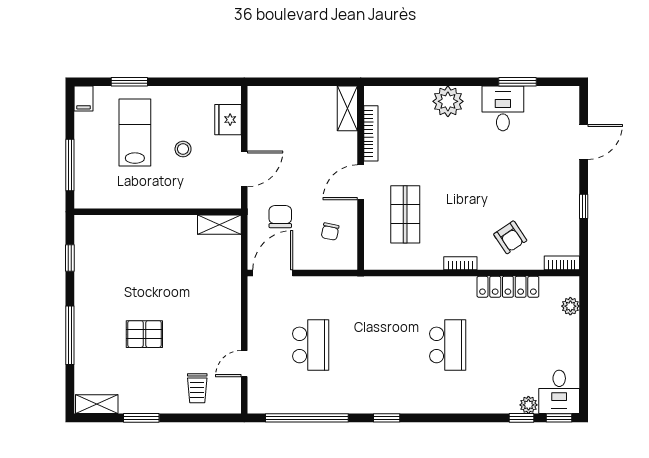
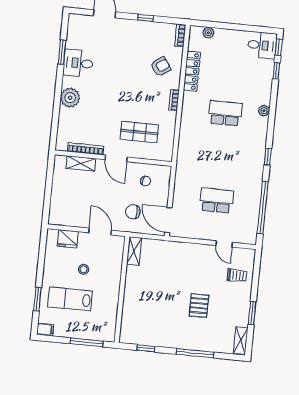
shelving: (347, 108) -> (81, 163), moved
plant: (528, 405) -> (264, 111), moved

